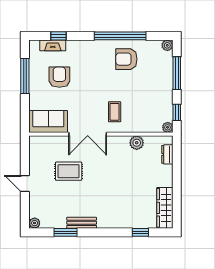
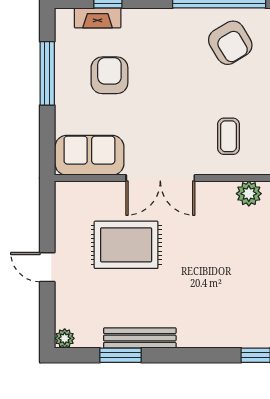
armchair: (126, 59) -> (230, 43), turned -121
coffee table: (115, 112) -> (228, 136), moved
rug: (69, 171) -> (126, 245), width x1.36, depth x1.43
bench: (82, 223) -> (140, 338), width x1.36

